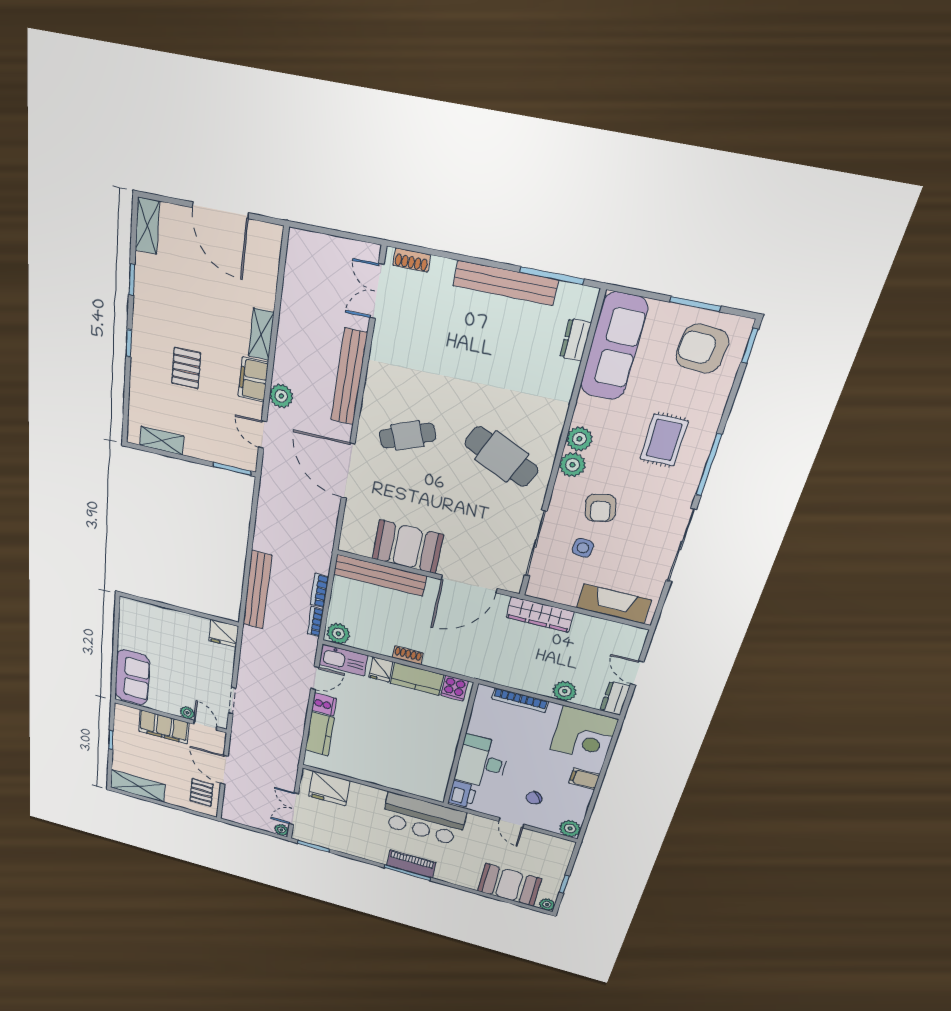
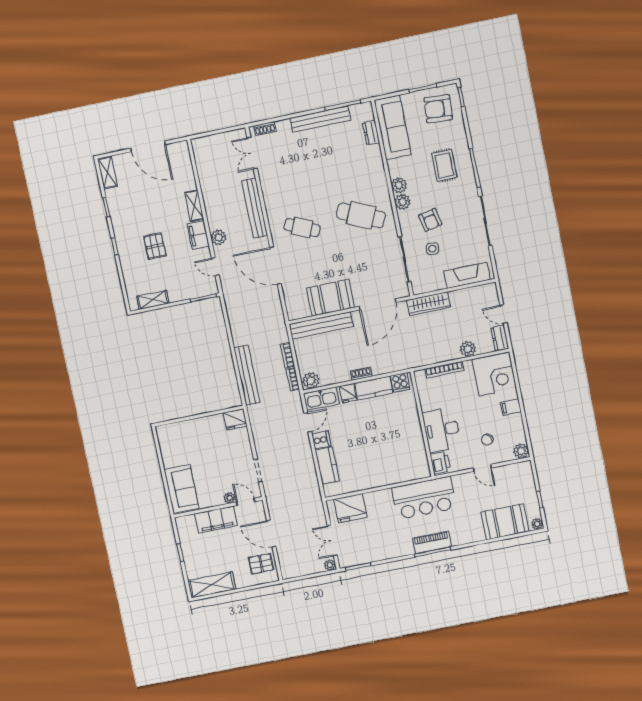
cafe table: (407, 436) -> (302, 228), turned 45
pallet: (202, 792) -> (261, 564), turned 90

